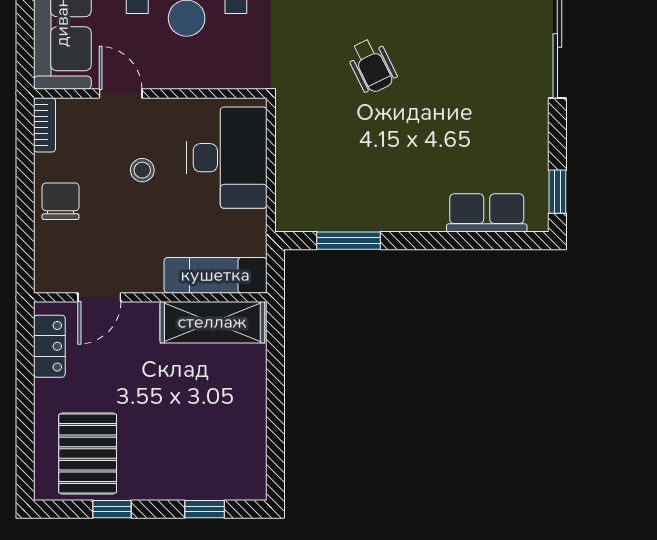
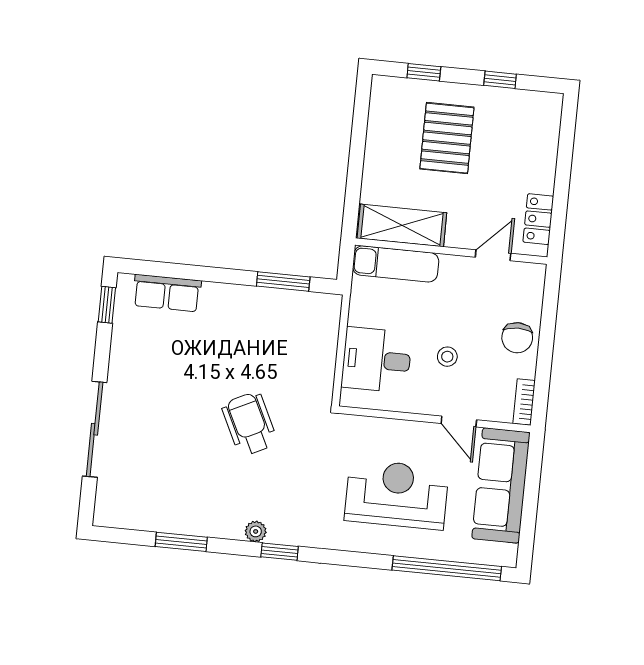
wheelchair: (372, 66) -> (249, 424), width x1.36, depth x1.37
desk: (227, 158) -> (377, 360), width x0.73
pallet: (88, 454) -> (447, 138), moved

